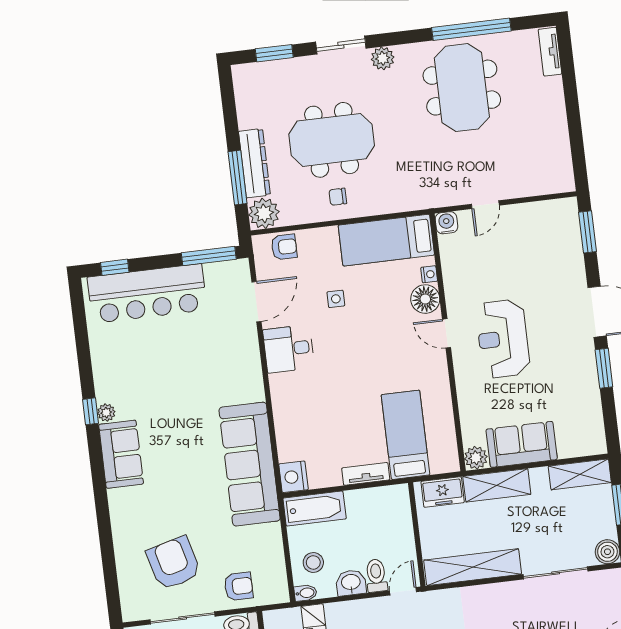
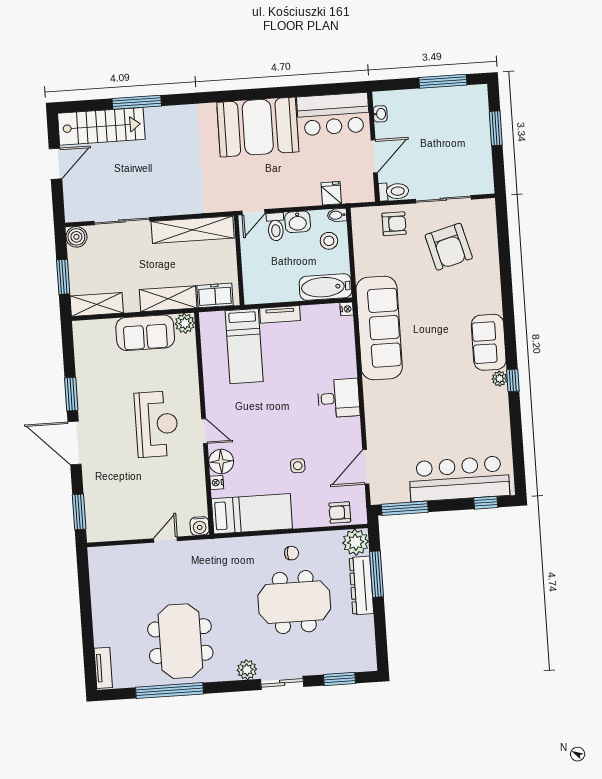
desk: (289, 349) -> (339, 398), moved
nightstand: (294, 477) -> (347, 309), width x0.53, depth x0.56
armchair: (239, 586) -> (394, 224), turned 180

